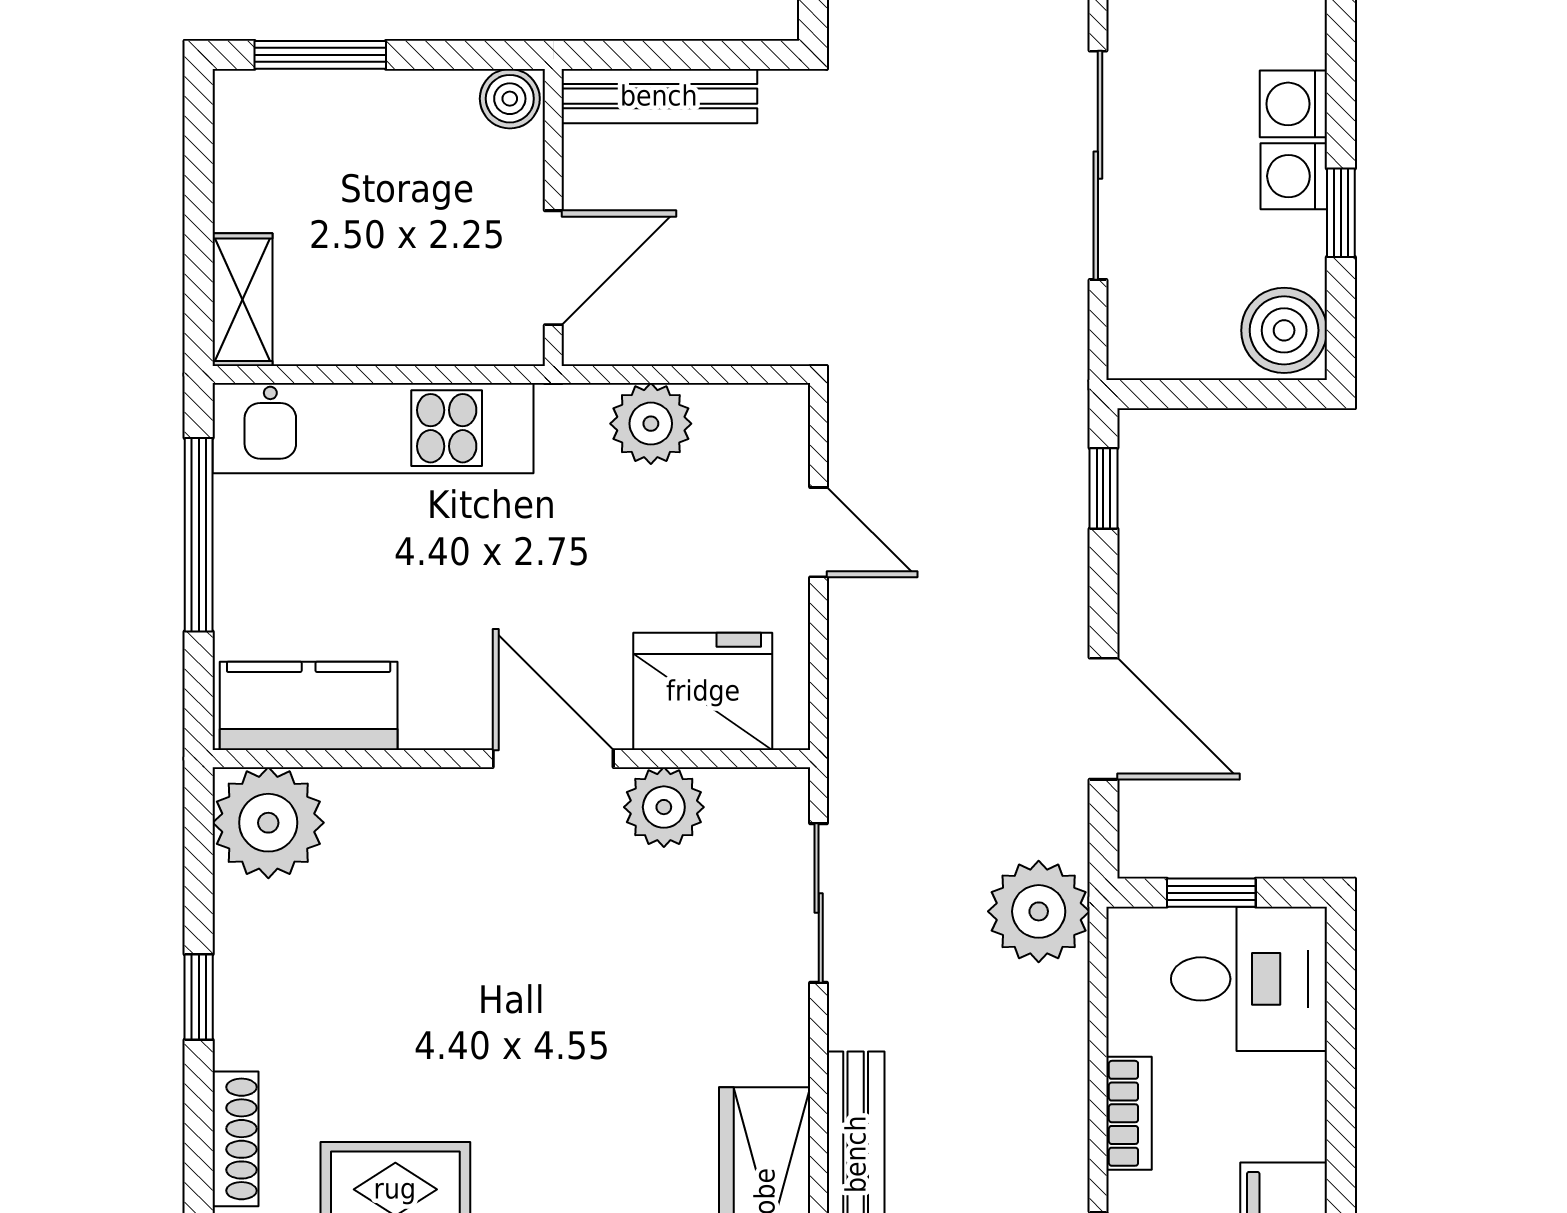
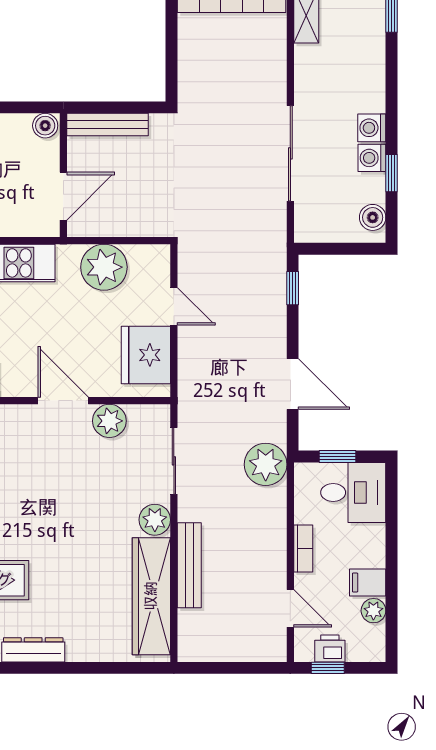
boiler: (1284, 330) -> (373, 217), width x0.73, depth x0.73
plant: (651, 424) -> (104, 267), width x1.36, depth x1.36
fridge: (703, 691) -> (146, 355), moved, turned -90
plant: (773, 1044) -> (155, 520), added

